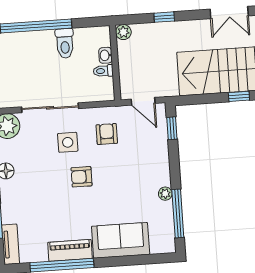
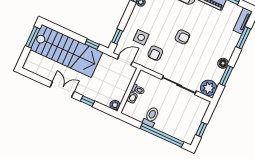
double door: (229, 12) -> (62, 89), moved
window: (239, 96) -> (92, 44), moved
door: (143, 101) -> (125, 60), hinge flipped
side table: (68, 142) -> (141, 37), moved

